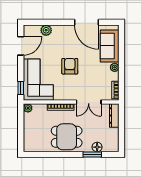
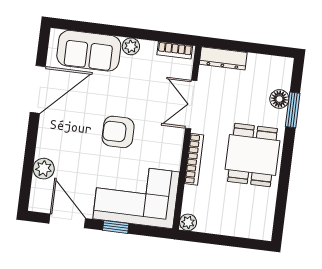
window: (21, 88) -> (116, 227), moved
double door: (89, 102) -> (191, 104), swing flipped

